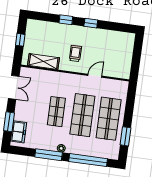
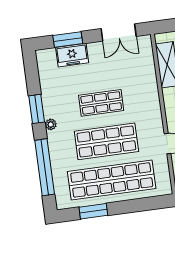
shop shelf: (109, 119) -> (112, 180), width x1.40
freezer: (19, 132) -> (72, 55), moved
window: (49, 155) -> (37, 109), width x0.69

